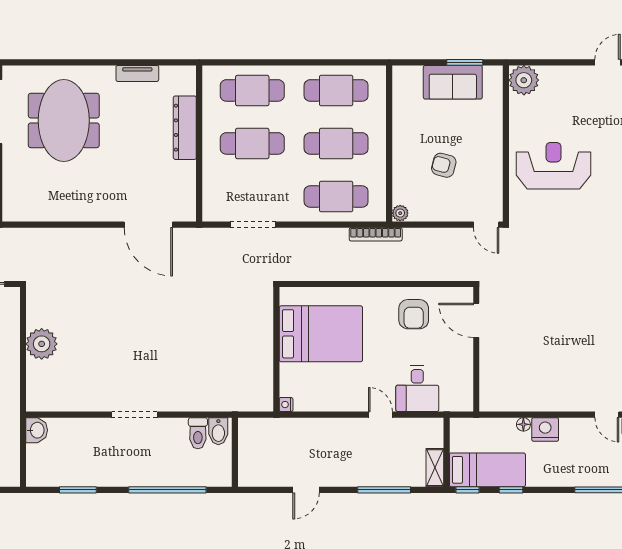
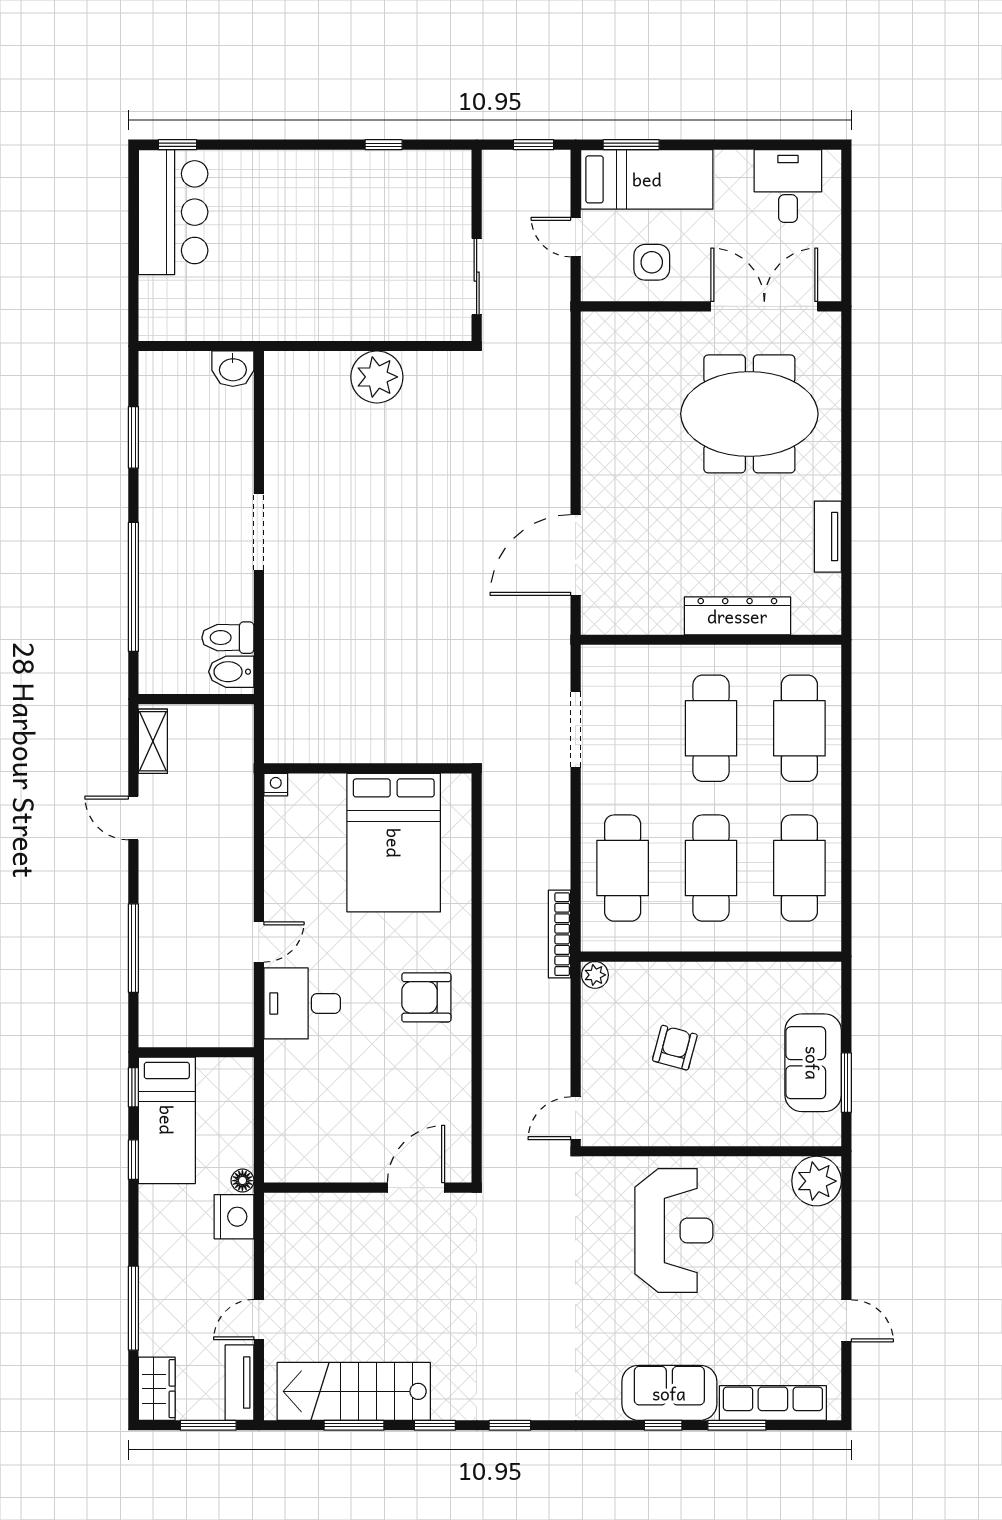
door: (476, 320) -> (416, 1188), moved
wall: (476, 349) -> (368, 1188), moved
shelving: (435, 468) -> (153, 741), moved, turned 90

